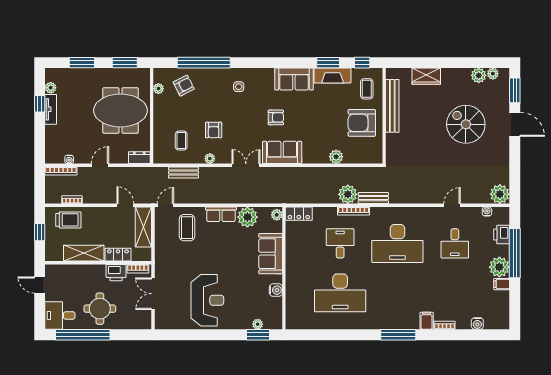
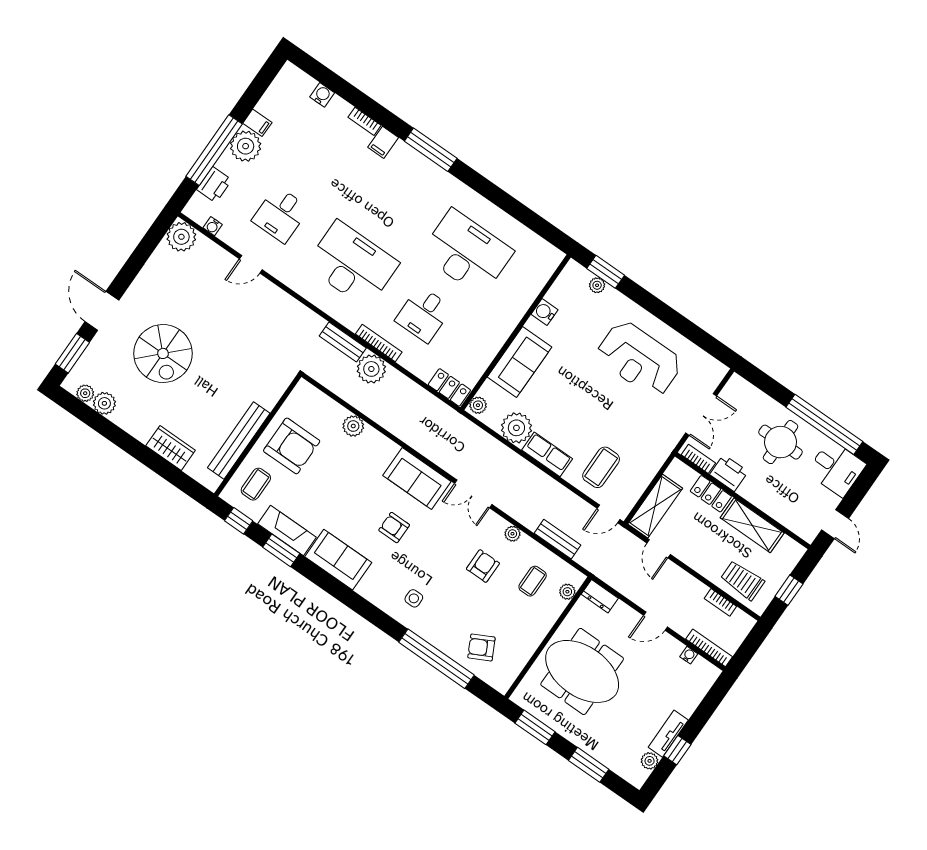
plant: (158, 89) -> (567, 592), moved
desk: (455, 243) -> (280, 214), turned 180
reception desk: (207, 300) -> (639, 359), turned -90

